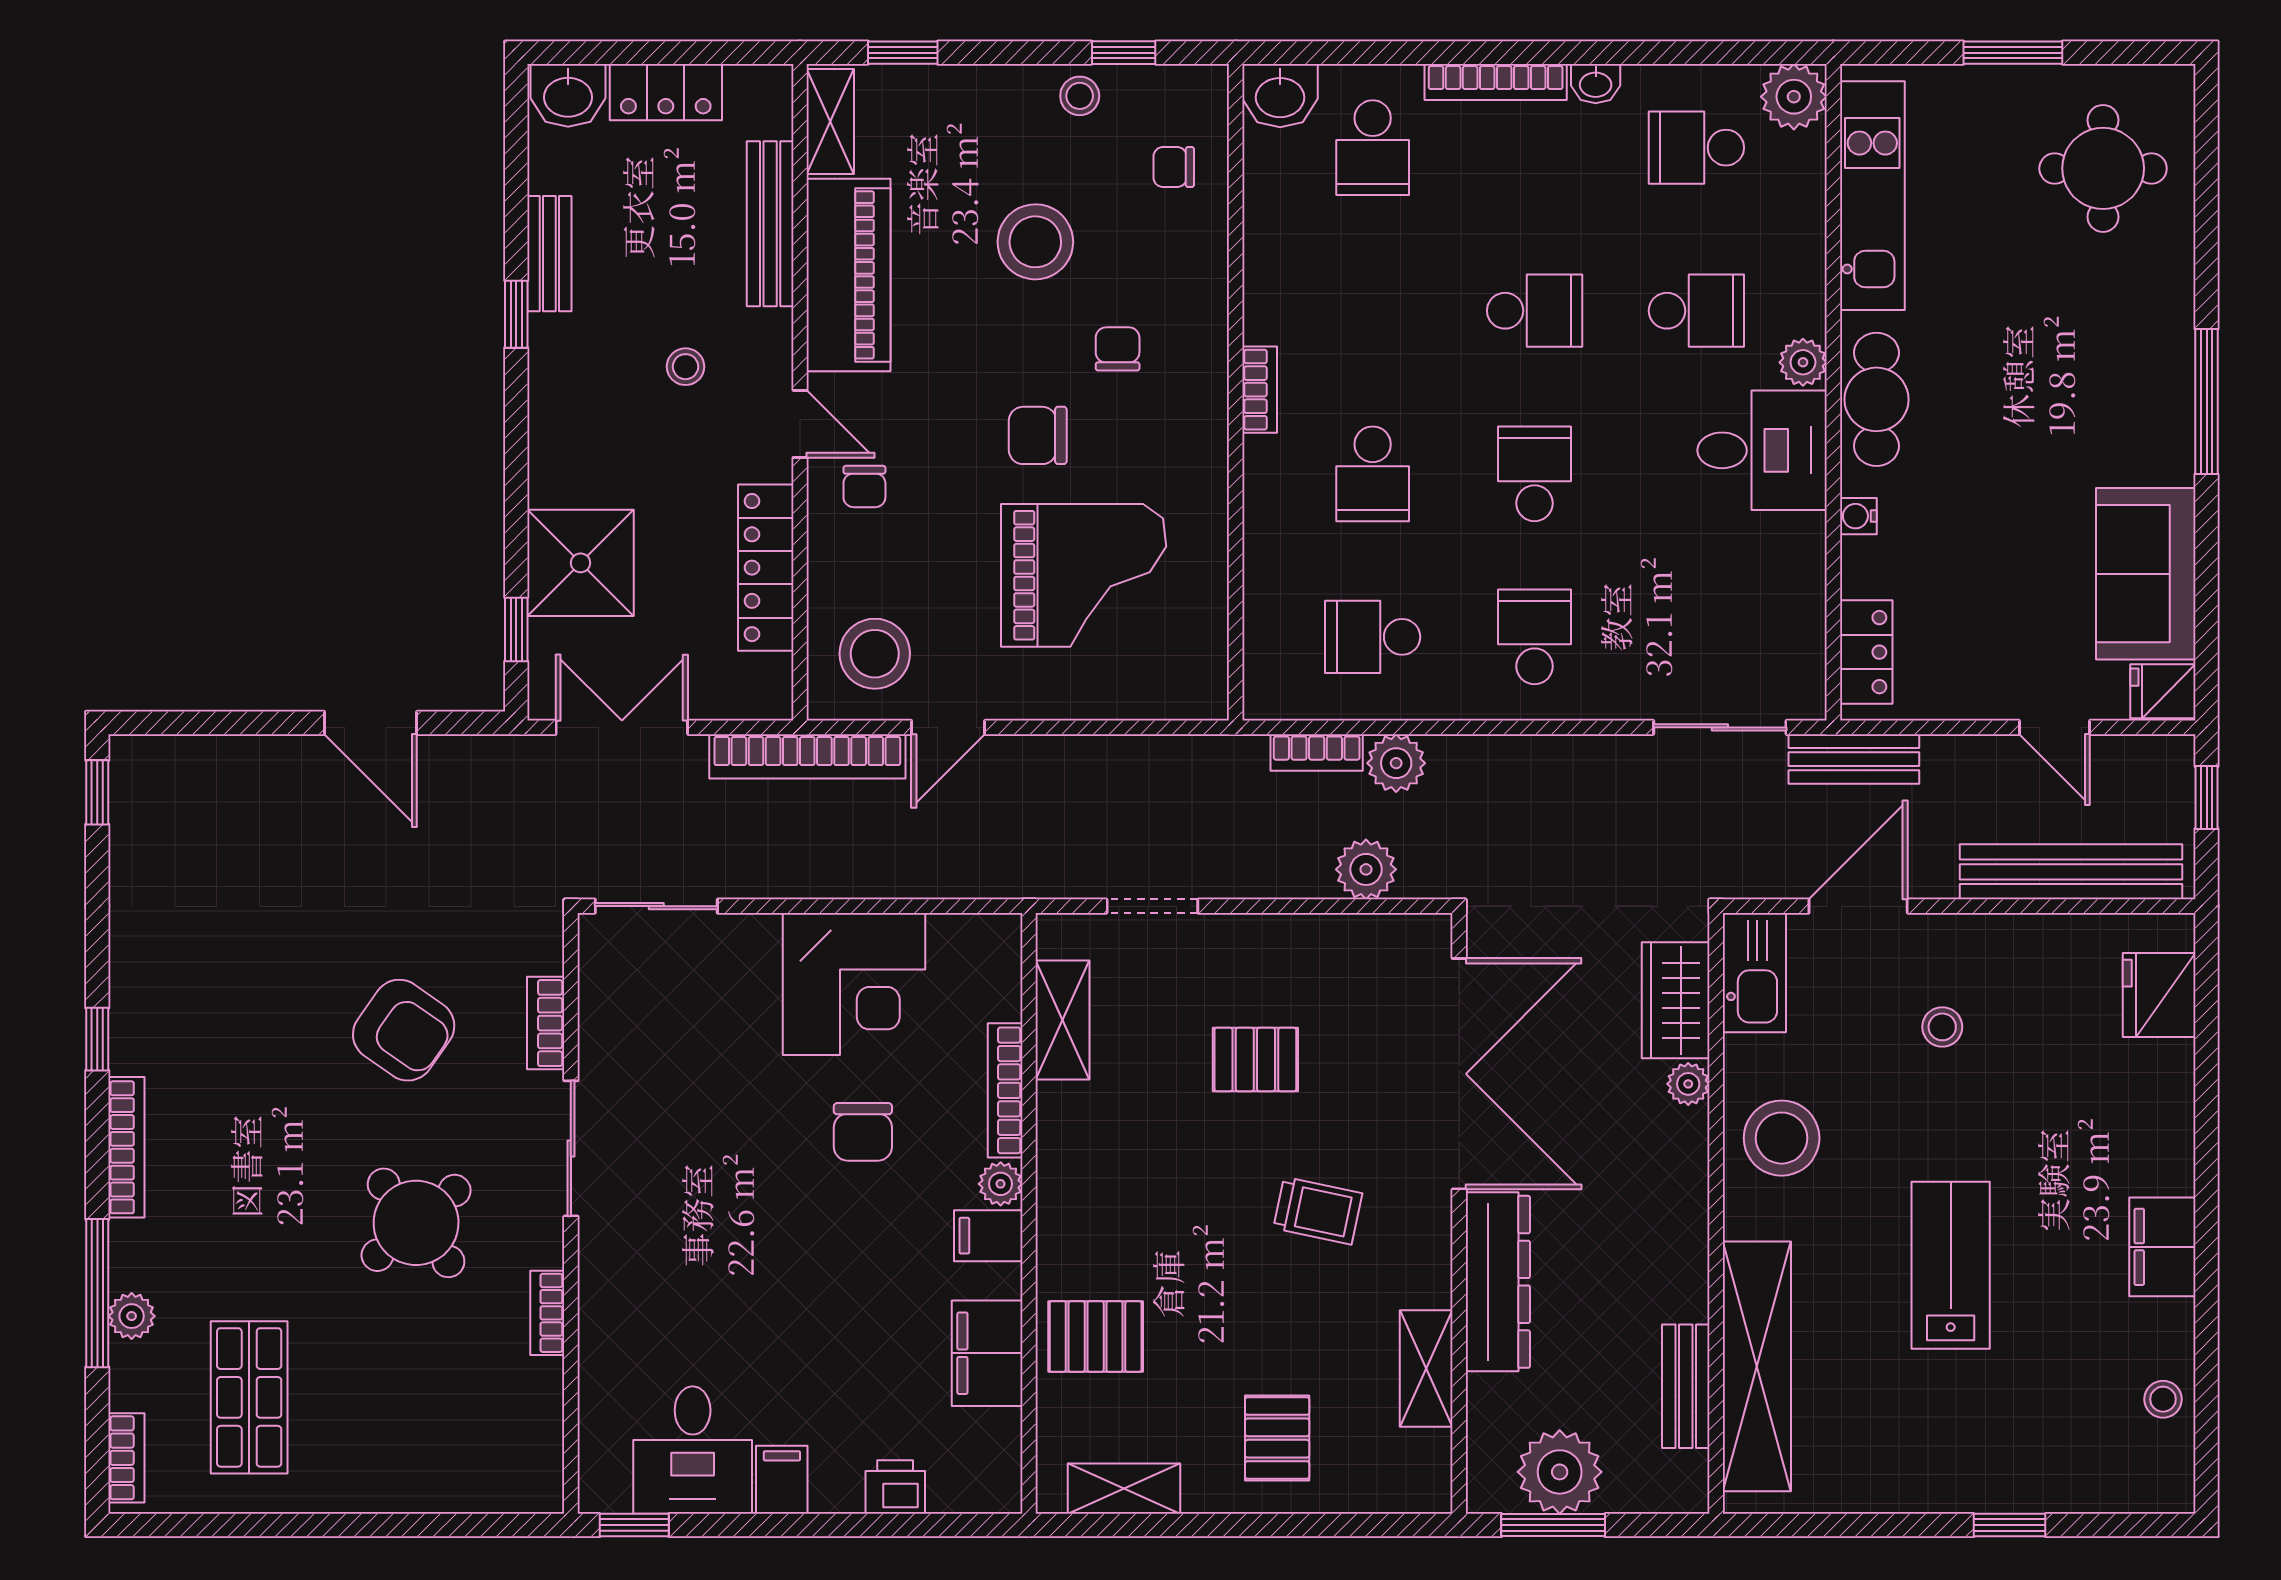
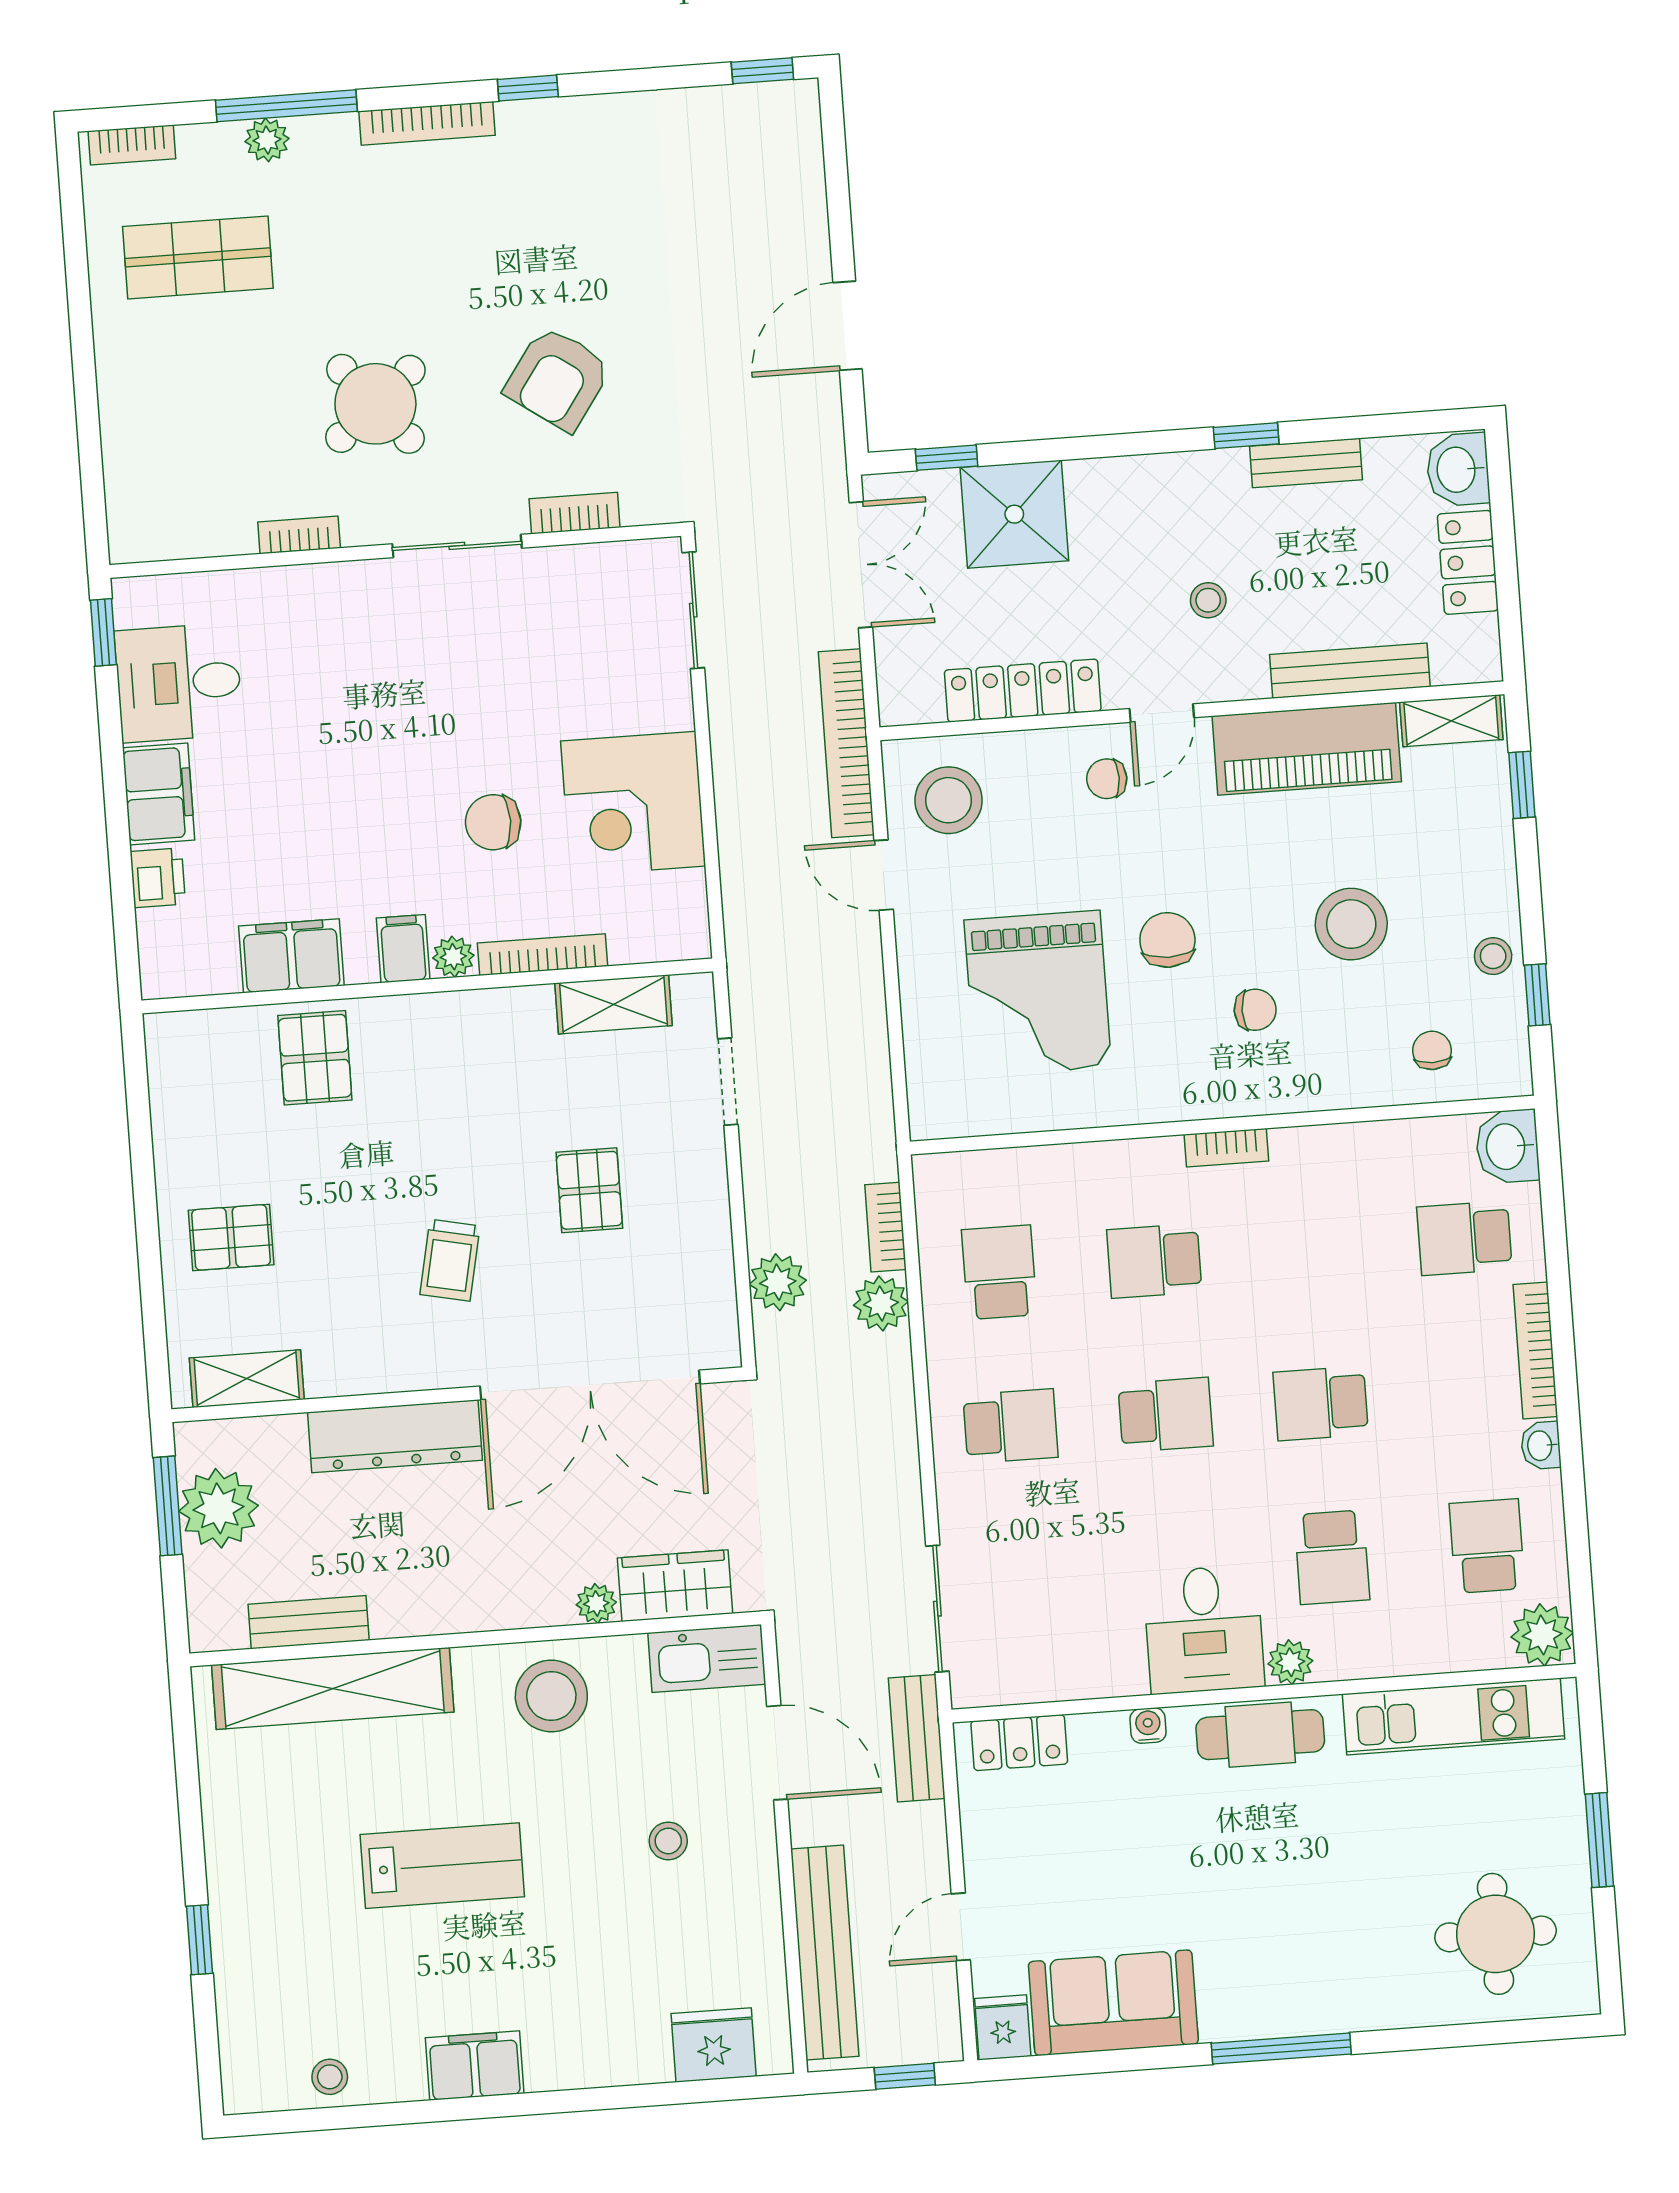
school desk: (1535, 311) -> (1321, 1403), turned 90
shelving: (1426, 1368) -> (247, 1379), moved
filing cabinet: (782, 1480) -> (159, 794), width x2.00
shelving: (1124, 1489) -> (172, 1095), removed

